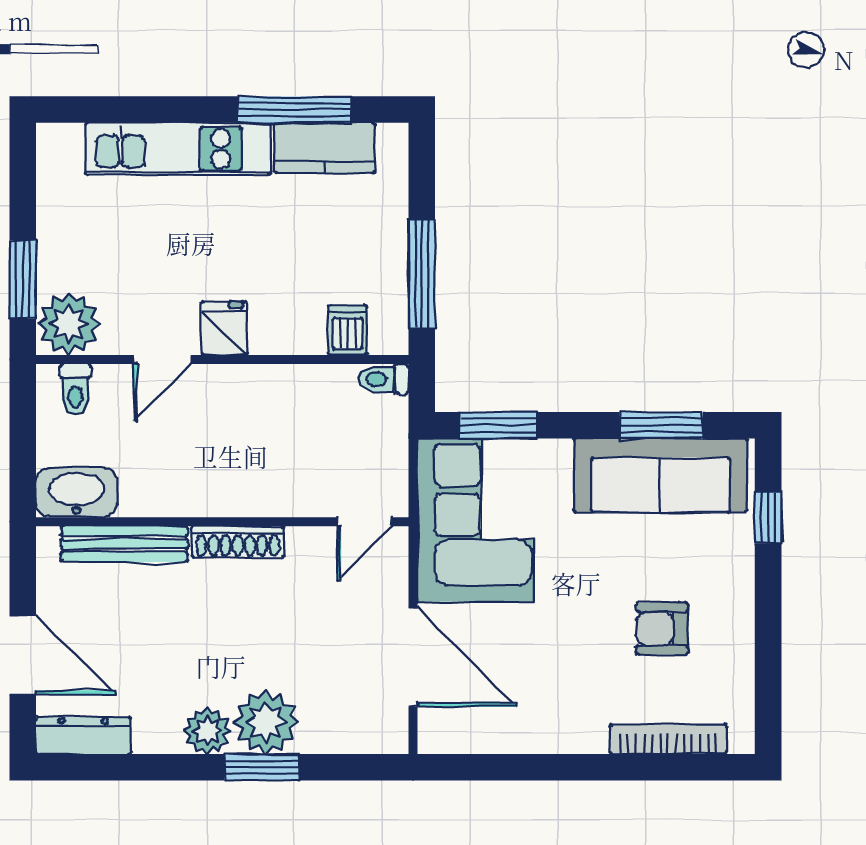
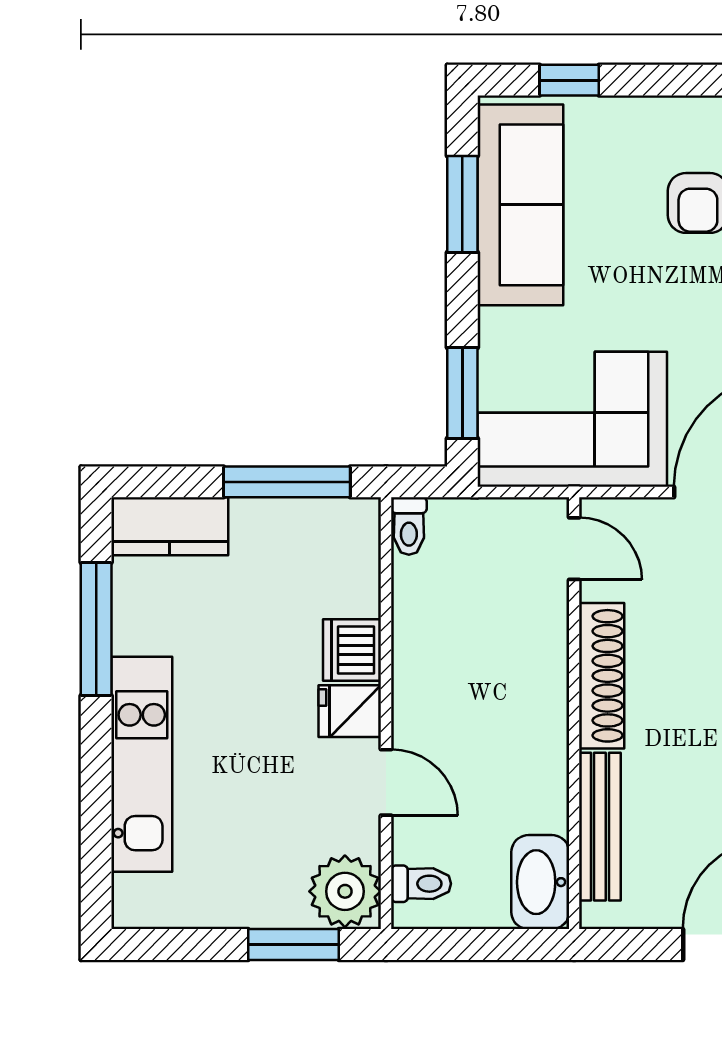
kitchen counter: (325, 148) -> (170, 526), moved, turned 90
dishwasher: (348, 330) -> (352, 650), moved, width x1.38
shoe rack: (238, 542) -> (602, 676), width x1.36, depth x1.24

